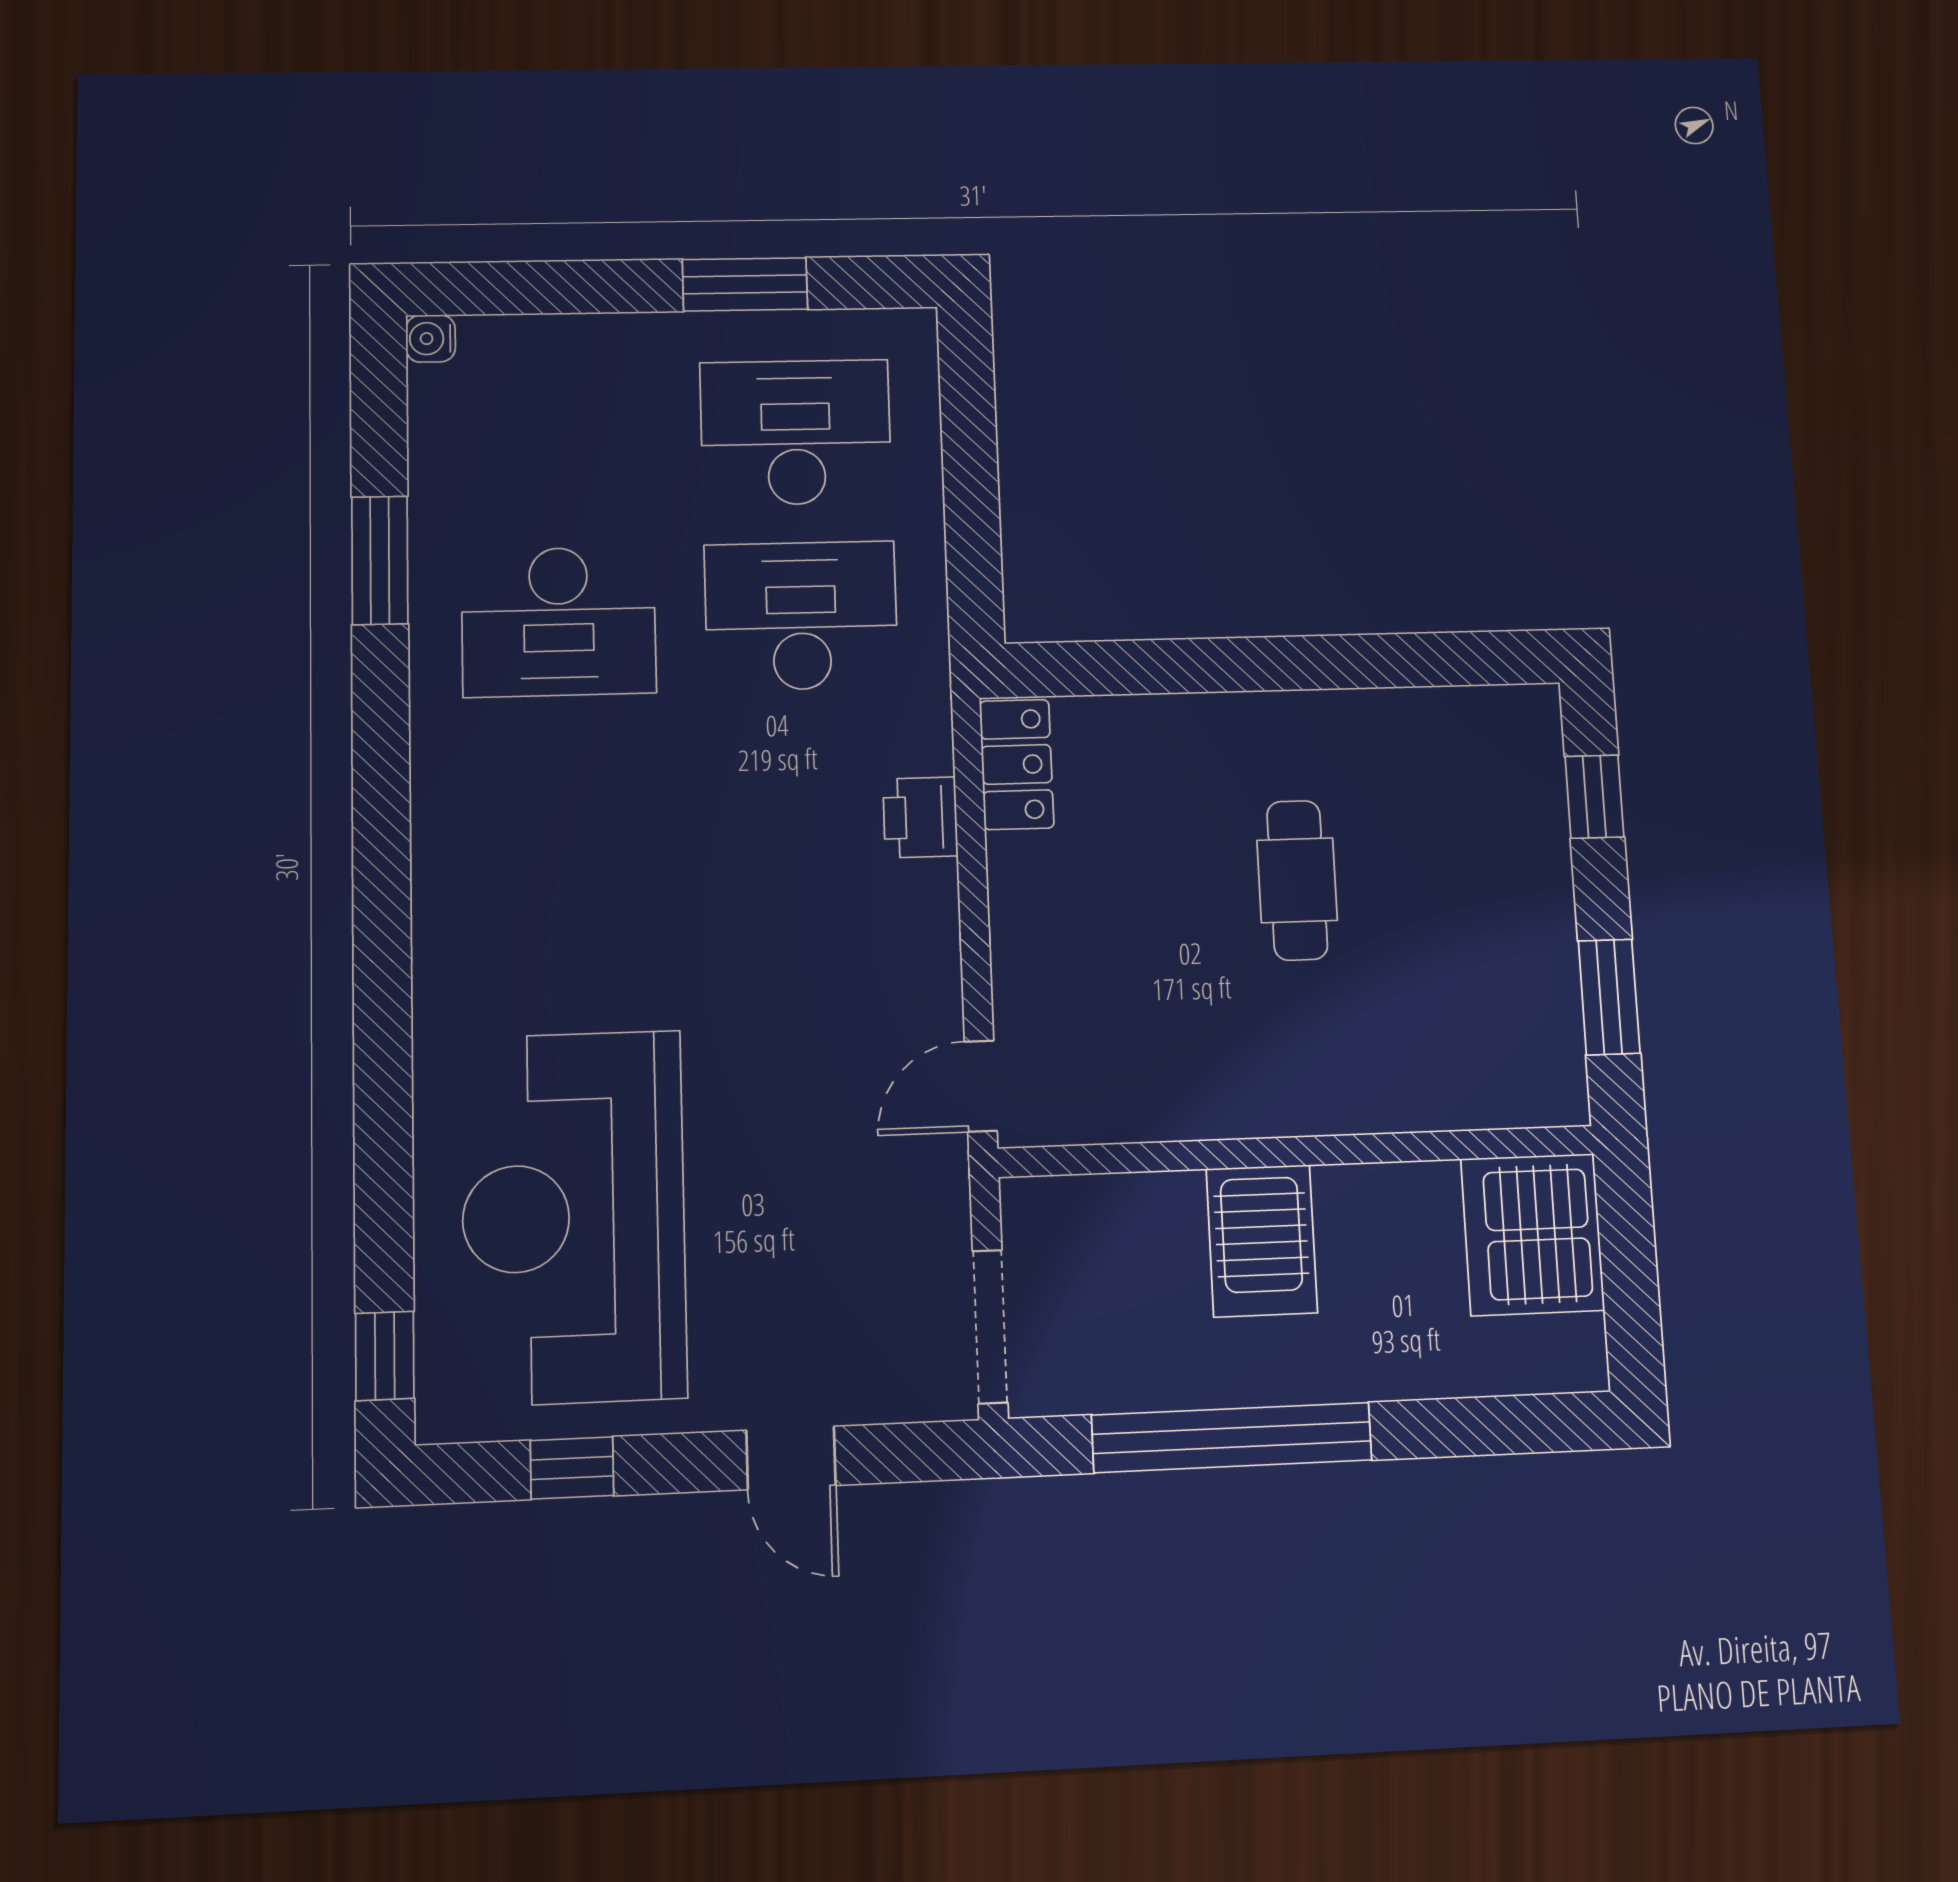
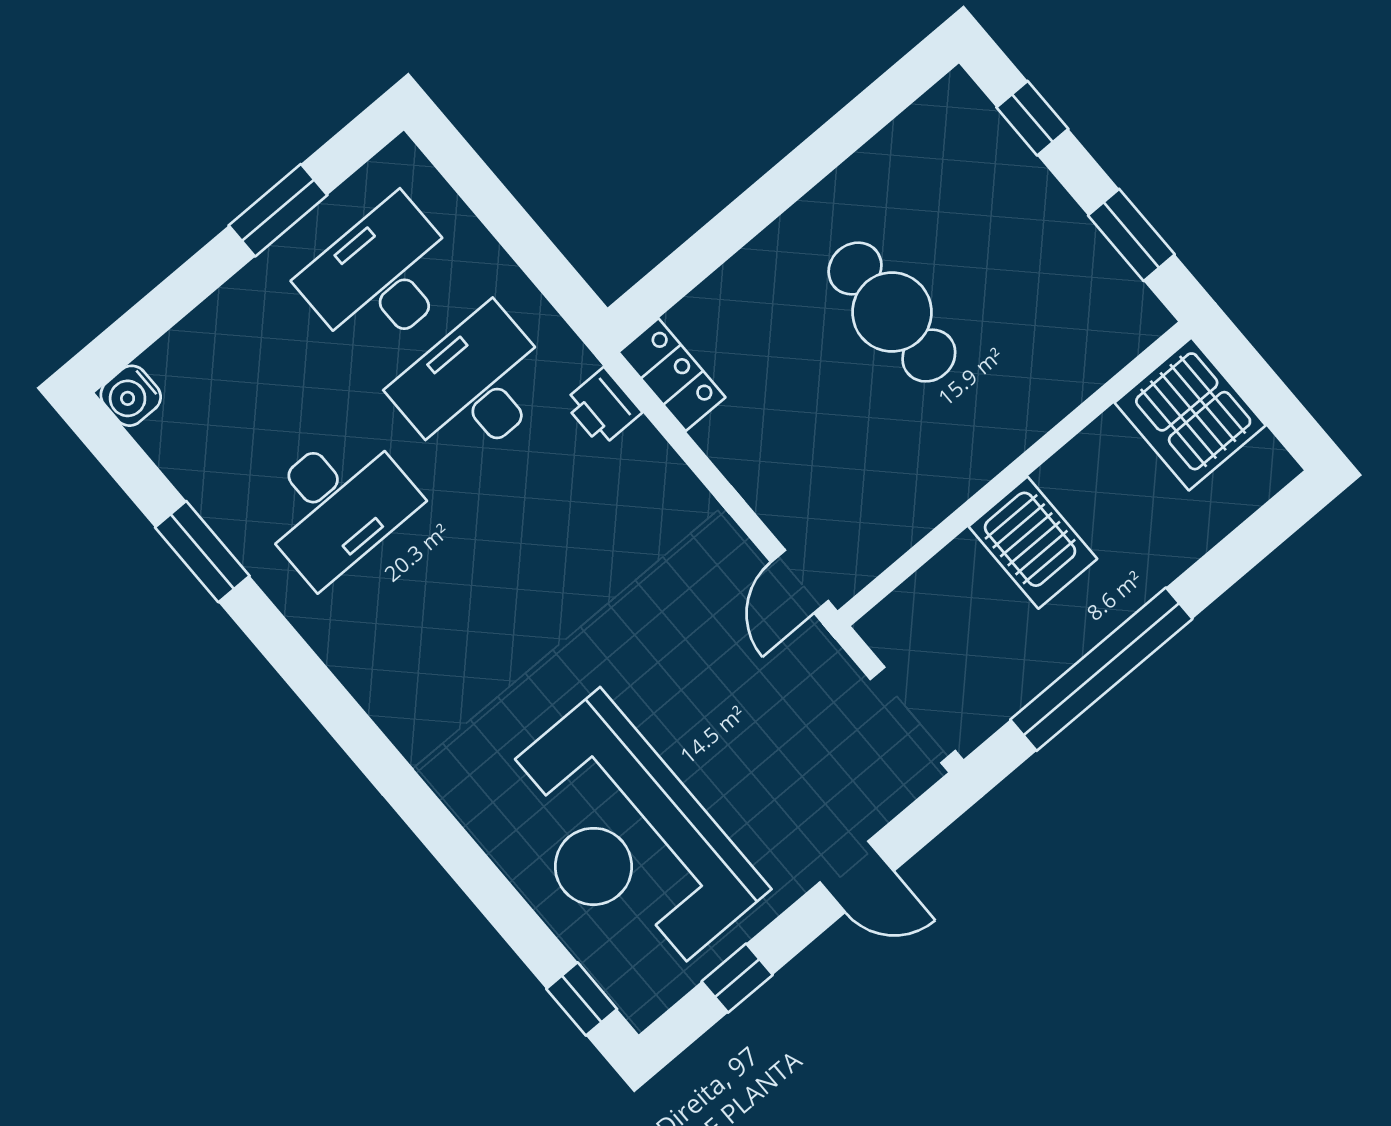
water cooler: (431, 339) -> (131, 396), width x1.38, depth x1.38
printer: (920, 817) -> (602, 407), moved
cafe table: (1297, 880) -> (892, 312), width x1.37, depth x1.35

